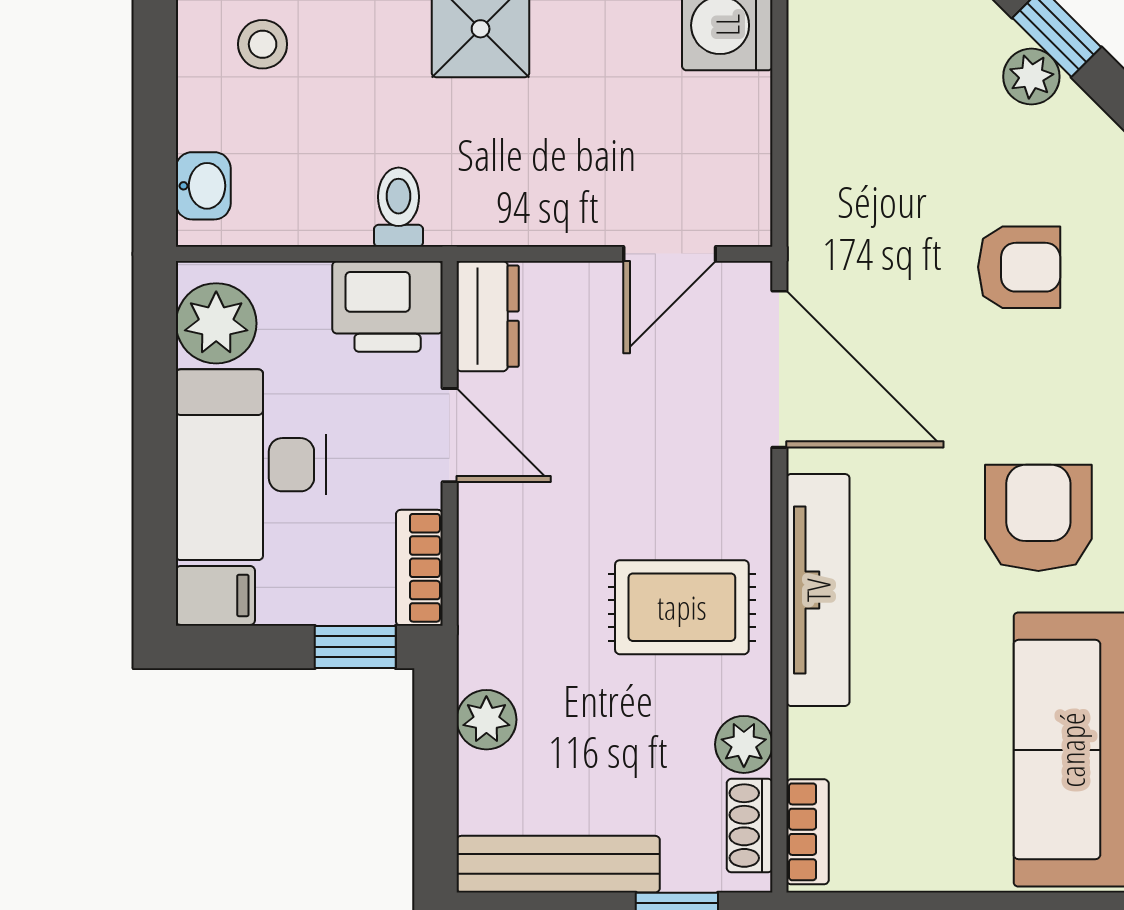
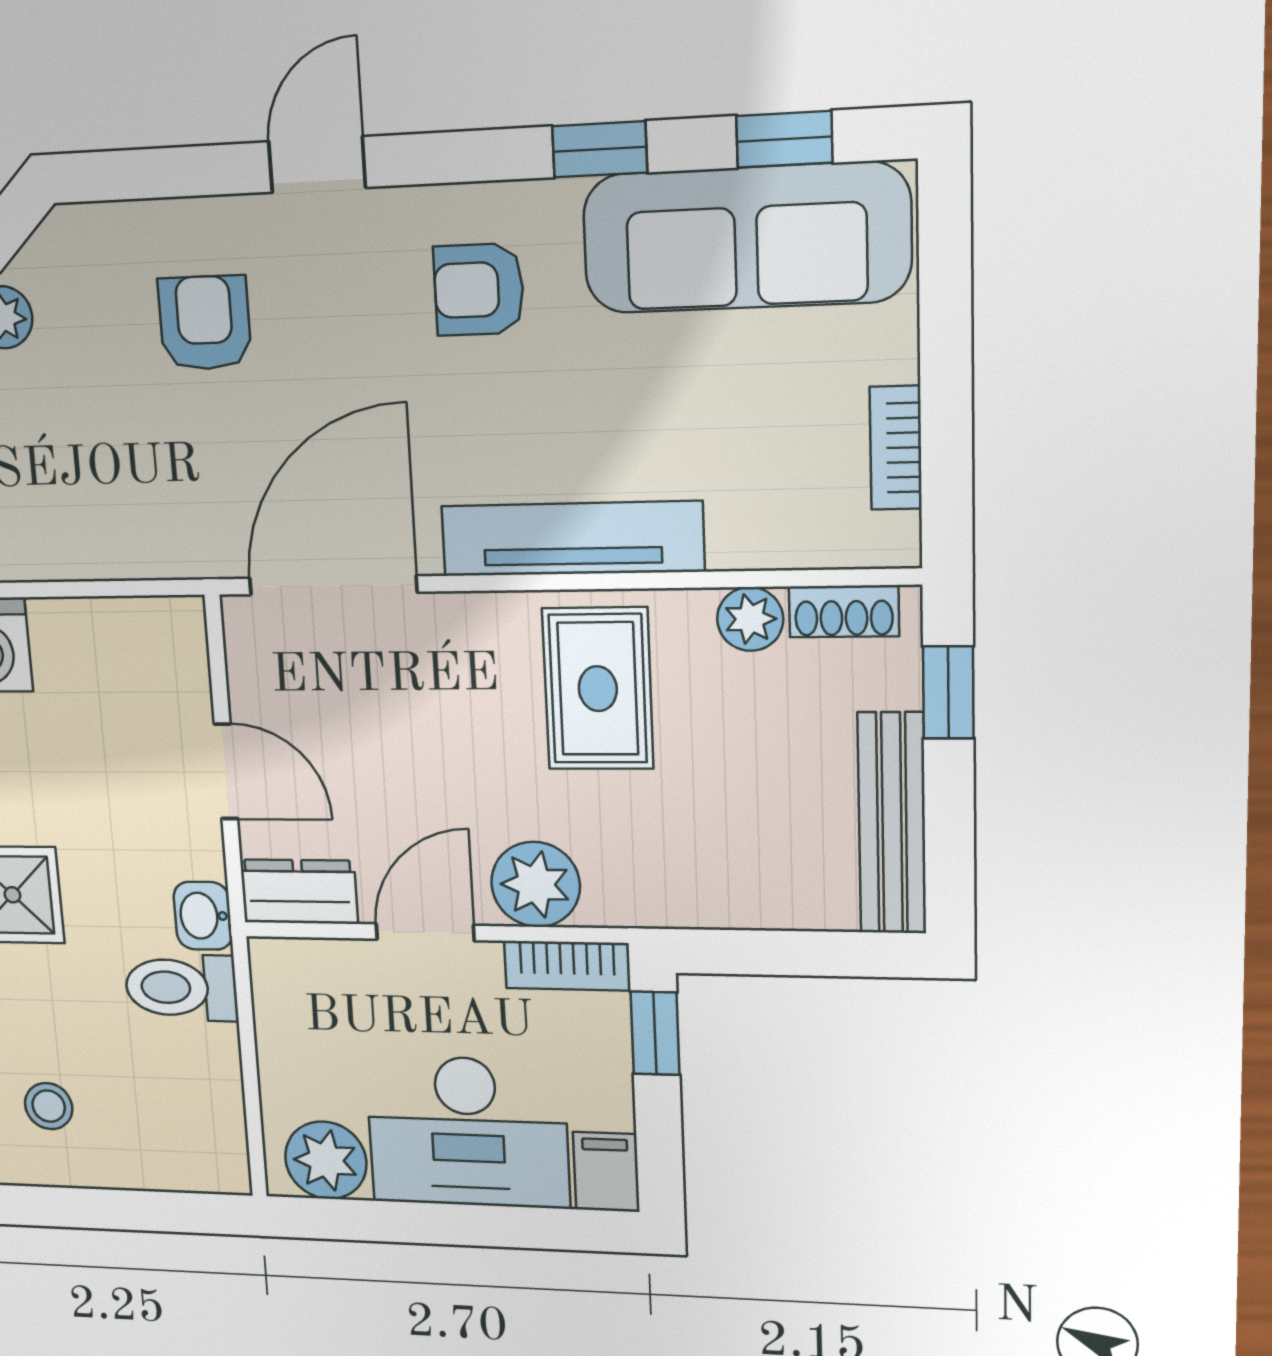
washbasin: (203, 186) -> (203, 916), moved, turned -90
toilet: (399, 207) -> (181, 988), width x1.37, depth x1.39
door: (670, 254) -> (226, 771), moved
printer: (388, 306) -> (296, 992), removed
armchair: (1038, 518) -> (479, 290), width x0.72, depth x0.72
plant: (486, 720) -> (536, 884), moved, width x1.38, depth x1.38
bookcase: (808, 832) -> (896, 448), moved, turned -90

